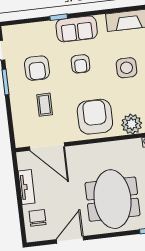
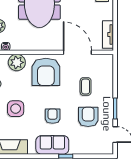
door: (47, 147) -> (77, 52), moved
tv unit: (27, 187) -> (108, 34), moved

